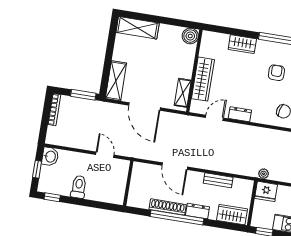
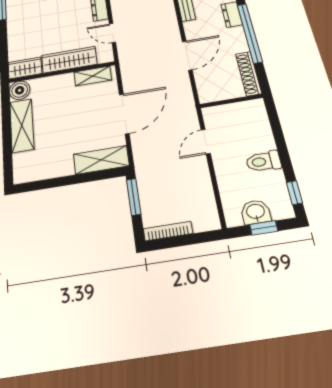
shelving: (138, 28) -> (22, 125), moved
wardrobe: (242, 44) -> (25, 68), moved, turned -90
washbasin: (50, 157) -> (256, 212), moved
shoe rack: (168, 207) -> (249, 74), moved

